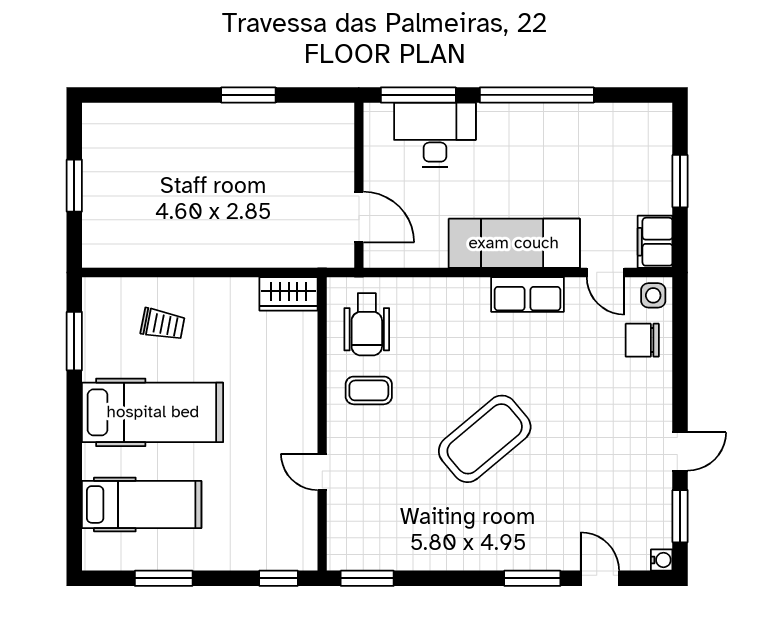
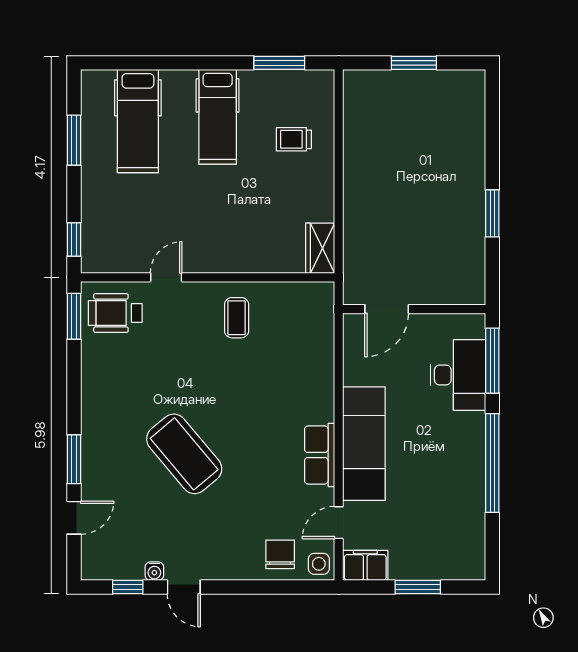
trolley: (163, 324) -> (294, 139), turned 79
wheelchair: (367, 324) -> (115, 313), moved
hospital bed: (153, 412) -> (218, 117), width x0.73, depth x0.78
coffee table: (485, 439) -> (184, 454), moved
window: (680, 516) -> (128, 587), width x0.67
water cooler: (662, 560) -> (154, 571), moved

